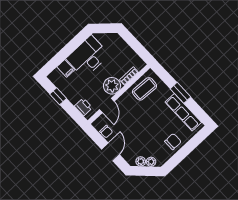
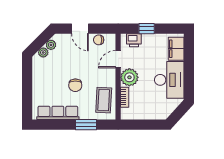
filing cabinet: (66, 68) -> (176, 49), width x2.00
window: (180, 93) -> (86, 125), moved
window: (58, 96) -> (147, 29), moved
door: (107, 105) -> (118, 59), hinge flipped
chair: (173, 142) -> (75, 85), moved

